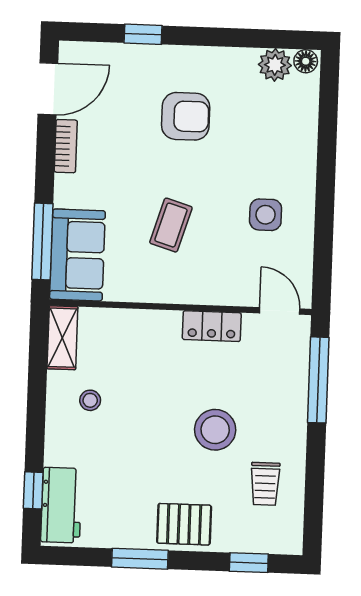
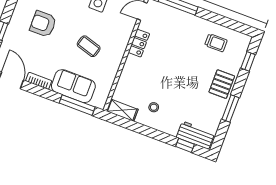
armchair: (186, 116) -> (43, 24), turned -90
sofa: (77, 255) -> (73, 86), moved
stool: (215, 430) -> (185, 57), removed

